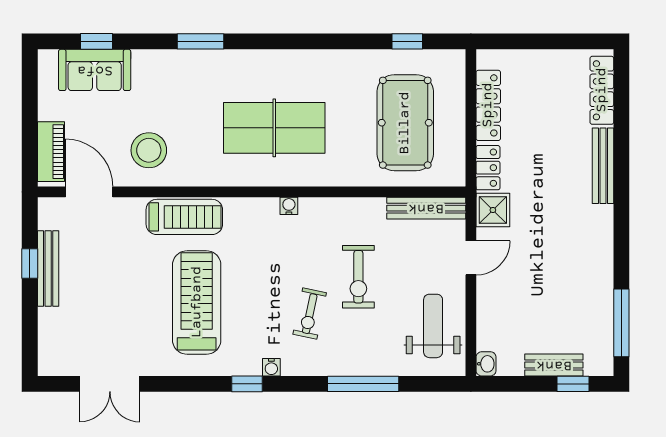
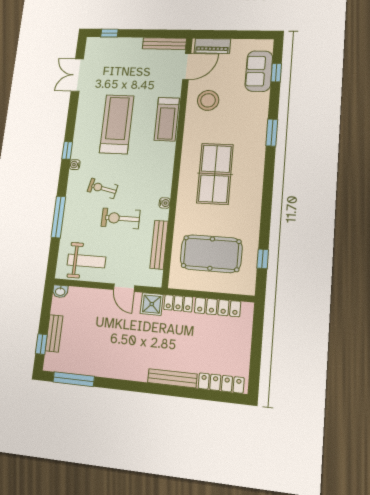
water cooler: (289, 206) -> (165, 203), moved
bench: (426, 208) -> (159, 245), moved
window: (30, 263) -> (109, 33), moved
bench: (48, 269) -> (164, 44), moved
treadmill: (197, 302) -> (117, 124), turned -90

